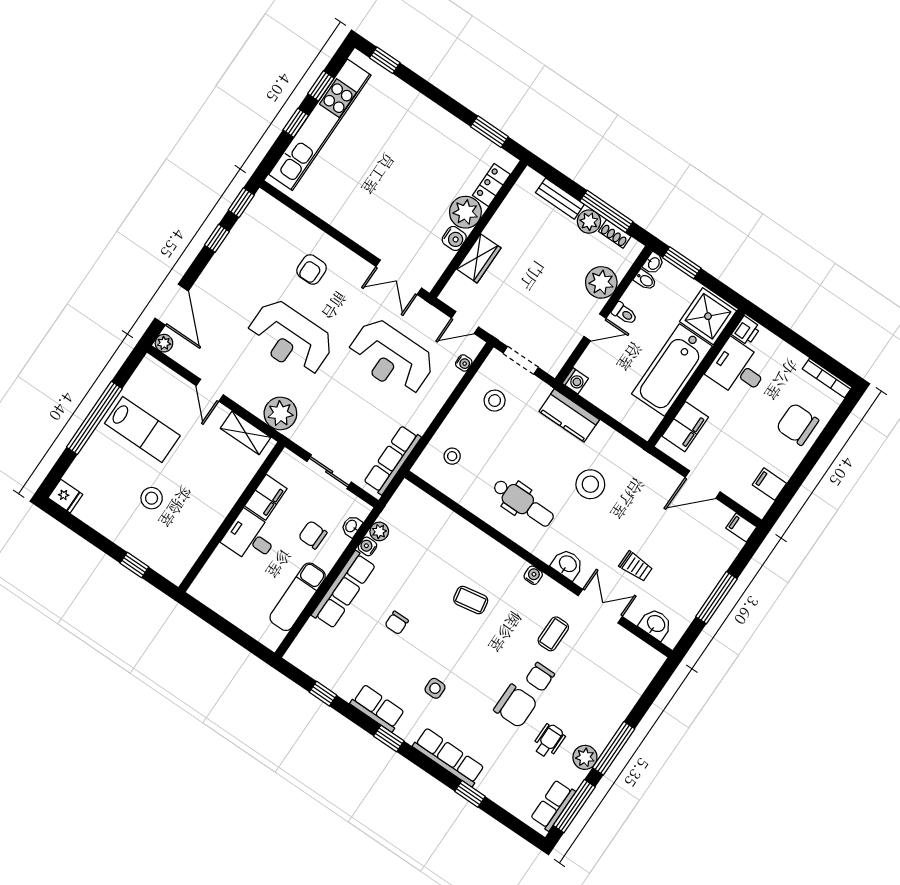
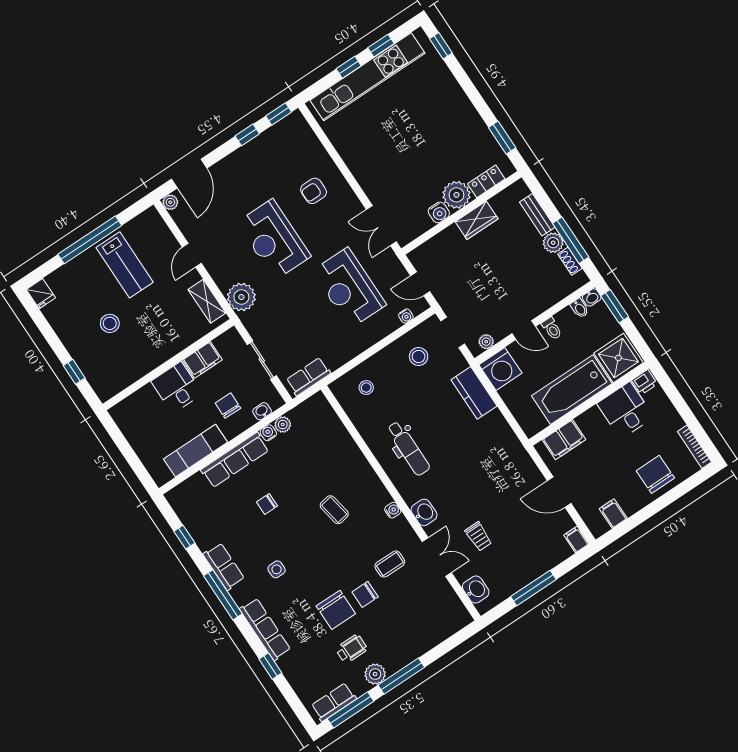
wardrobe: (479, 258) -> (477, 220), moved
plant: (601, 282) -> (486, 342), moved, width x0.53, depth x0.53
washing machine: (575, 381) -> (500, 369), width x1.89, depth x1.89
row of seats: (392, 460) -> (308, 377), width x0.68
stool: (590, 484) -> (469, 455), removed
window: (389, 738) -> (223, 595), width x2.17

